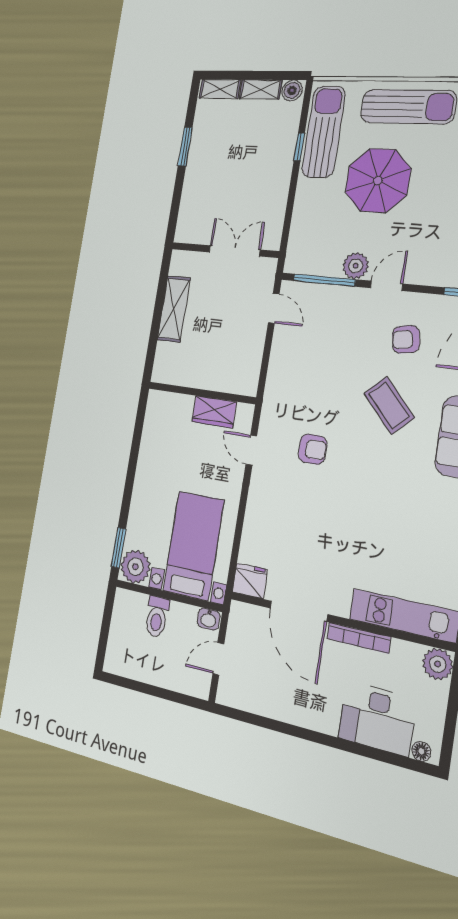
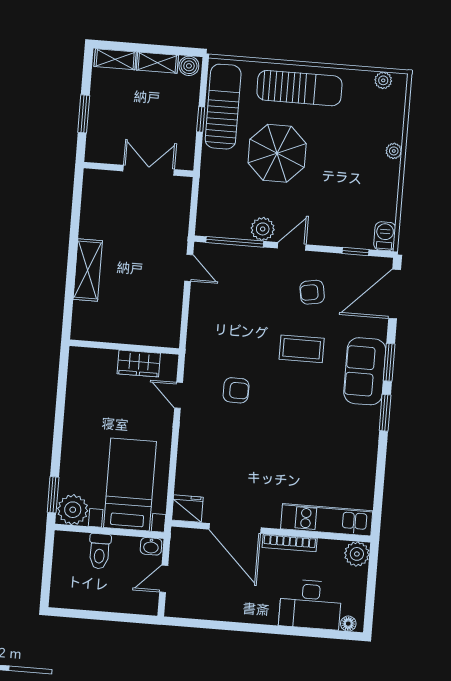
wall: (225, 250) -> (139, 169), moved
double door: (235, 251) -> (149, 170), moved
coffee table: (389, 405) -> (302, 349), turned -47

